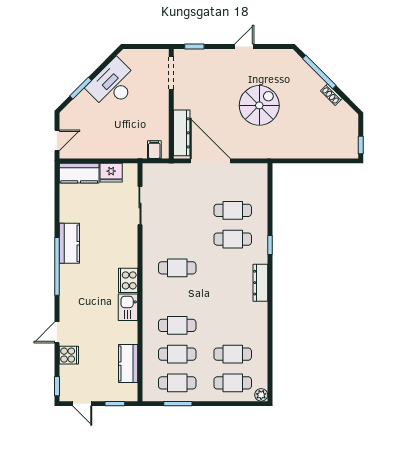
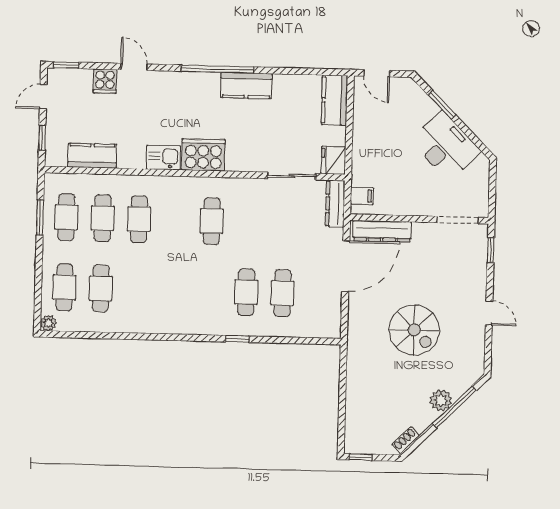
plant: (314, 83) -> (441, 400), added
shoe rack: (331, 95) -> (406, 440), moved
fridge: (111, 173) -> (334, 160), moved
cooker: (128, 280) -> (203, 155), width x1.37, depth x1.31
dresser: (260, 283) -> (335, 204), moved, turned -90

